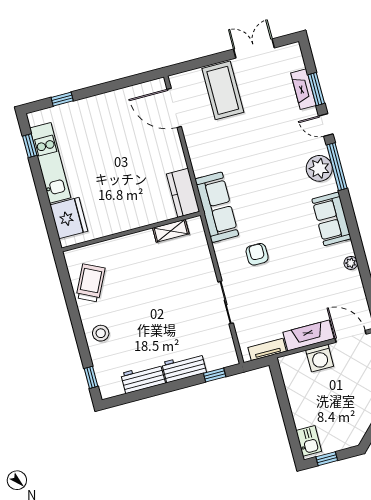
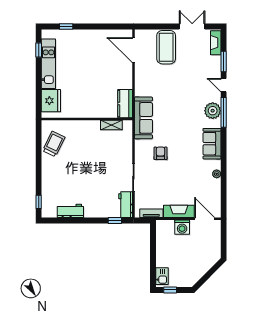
fireplace: (303, 89) -> (216, 43), moved
stool: (101, 333) -> (52, 176), removed
workbench: (184, 368) -> (126, 205), moved, turned -90

